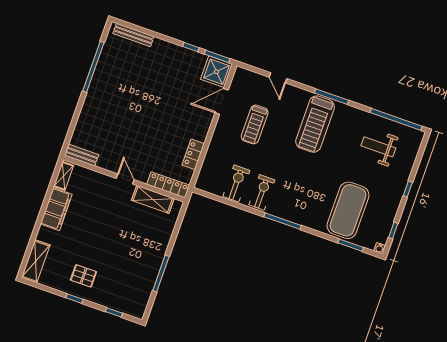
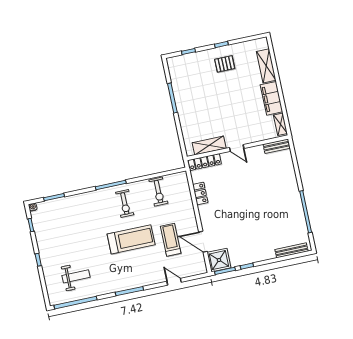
door: (222, 101) -> (203, 242), swing flipped
treadmill: (315, 124) -> (131, 239), moved, turned 90
exercise bike: (262, 192) -> (125, 204), moved
exercise mat: (348, 210) -> (70, 220), removed
shelving: (36, 261) -> (266, 66), moved

